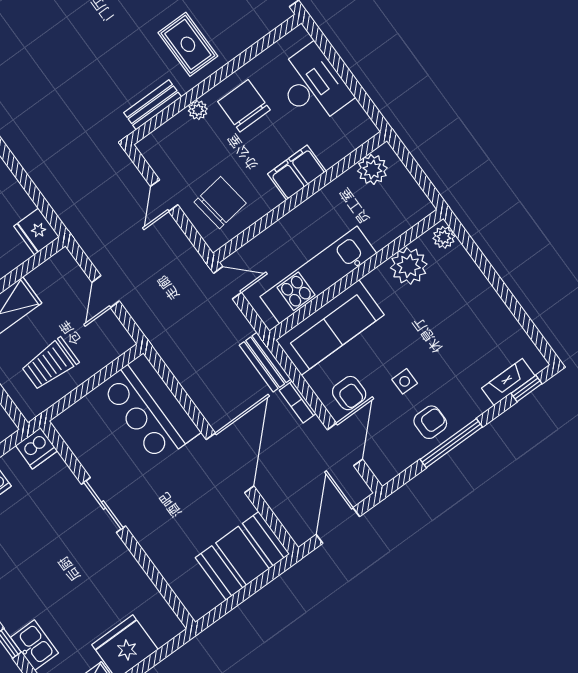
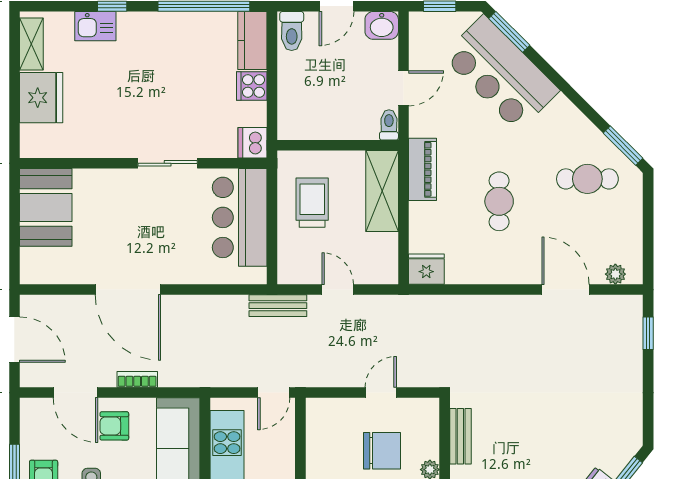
door: (164, 196) -> (381, 393), hinge flipped
chair: (220, 203) -> (382, 451), moved, turned -82
bench: (265, 362) -> (278, 306), moved
bar counter: (150, 408) -> (240, 217), moved, turned -90
booth: (243, 556) -> (46, 207), moved

